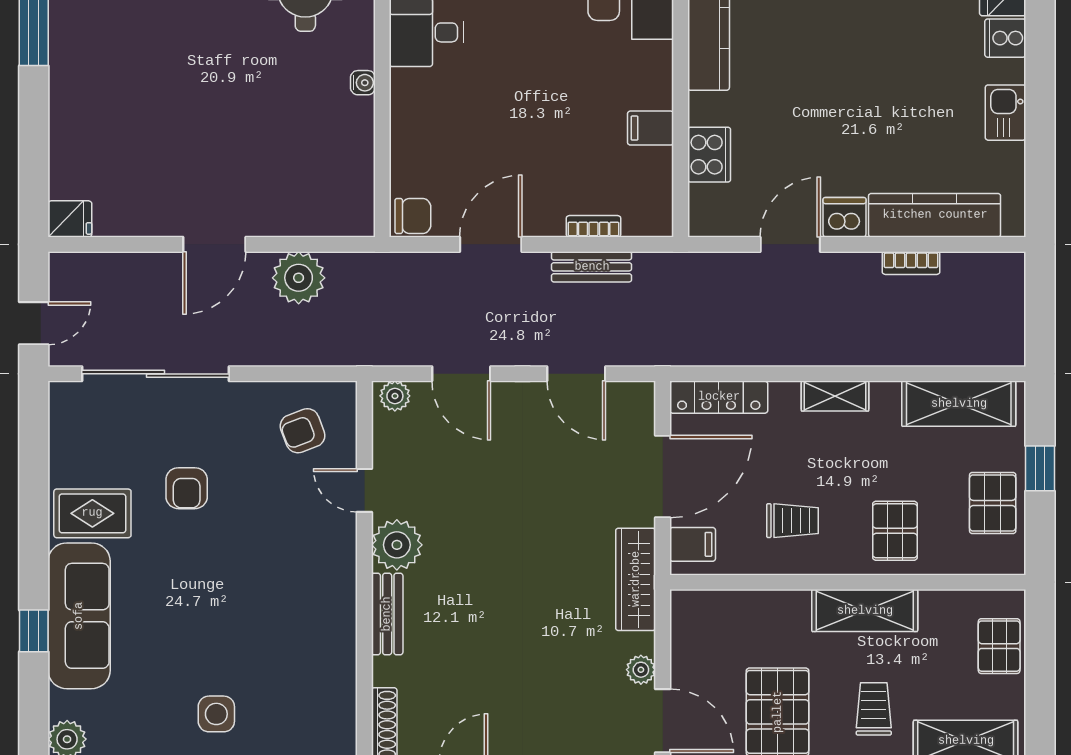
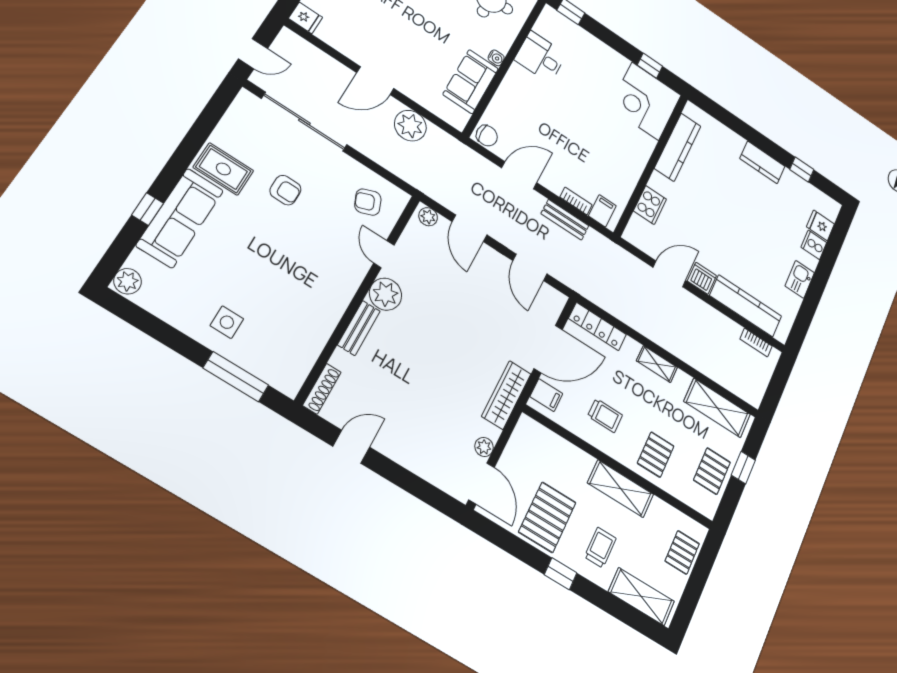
filing cabinet: (651, 128) -> (602, 211), moved, turned 90
sofa: (346, 148) -> (471, 82), added
bookcase: (911, 263) -> (756, 343), moved
armchair: (187, 488) -> (285, 190), turned -90

